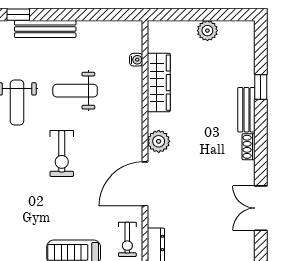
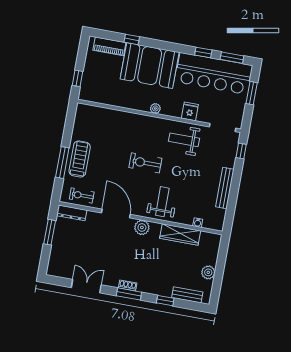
bench: (45, 29) -> (225, 188), moved
weight bench: (75, 91) -> (162, 202), moved
bench: (246, 110) -> (187, 295), moved
window: (261, 143) -> (129, 294), added

